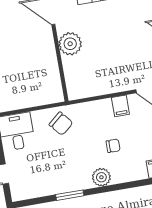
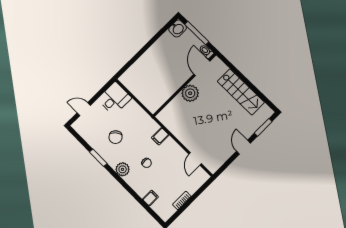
filing cabinet: (120, 106) -> (160, 136), moved
chair: (61, 124) -> (116, 137), moved

